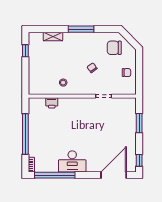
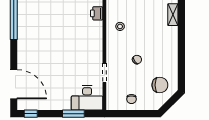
window: (81, 29) -> (181, 47), removed
chair: (114, 48) -> (160, 85), turned 90
desk: (72, 161) -> (87, 98), moved, turned -90

